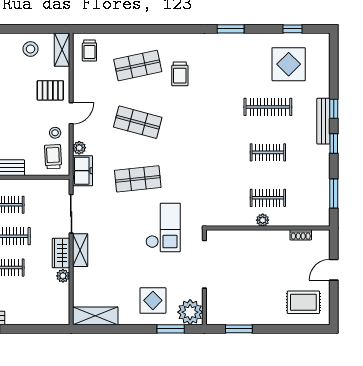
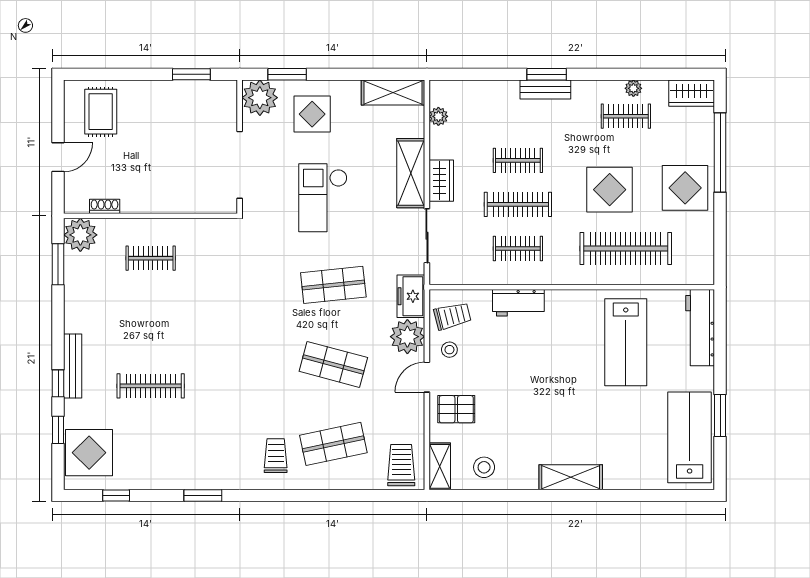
trolley: (89, 51) -> (401, 465), width x1.36, depth x1.39
display table: (289, 64) -> (89, 453), moved
trolley: (180, 74) -> (276, 456), moved
window: (334, 144) -> (58, 430), moved
plant: (79, 148) -> (407, 337), width x1.88, depth x1.88
clothes rail: (268, 152) -> (151, 322), removed
trolley: (53, 157) -> (452, 316), turned -101
plant: (263, 220) -> (80, 235), moved, width x1.88, depth x1.88
checkout: (163, 227) -> (323, 198), moved
shelving: (80, 250) -> (411, 173), width x1.50, depth x1.33
plant: (63, 276) -> (438, 116), moved
rug: (303, 302) -> (101, 112), turned 90

